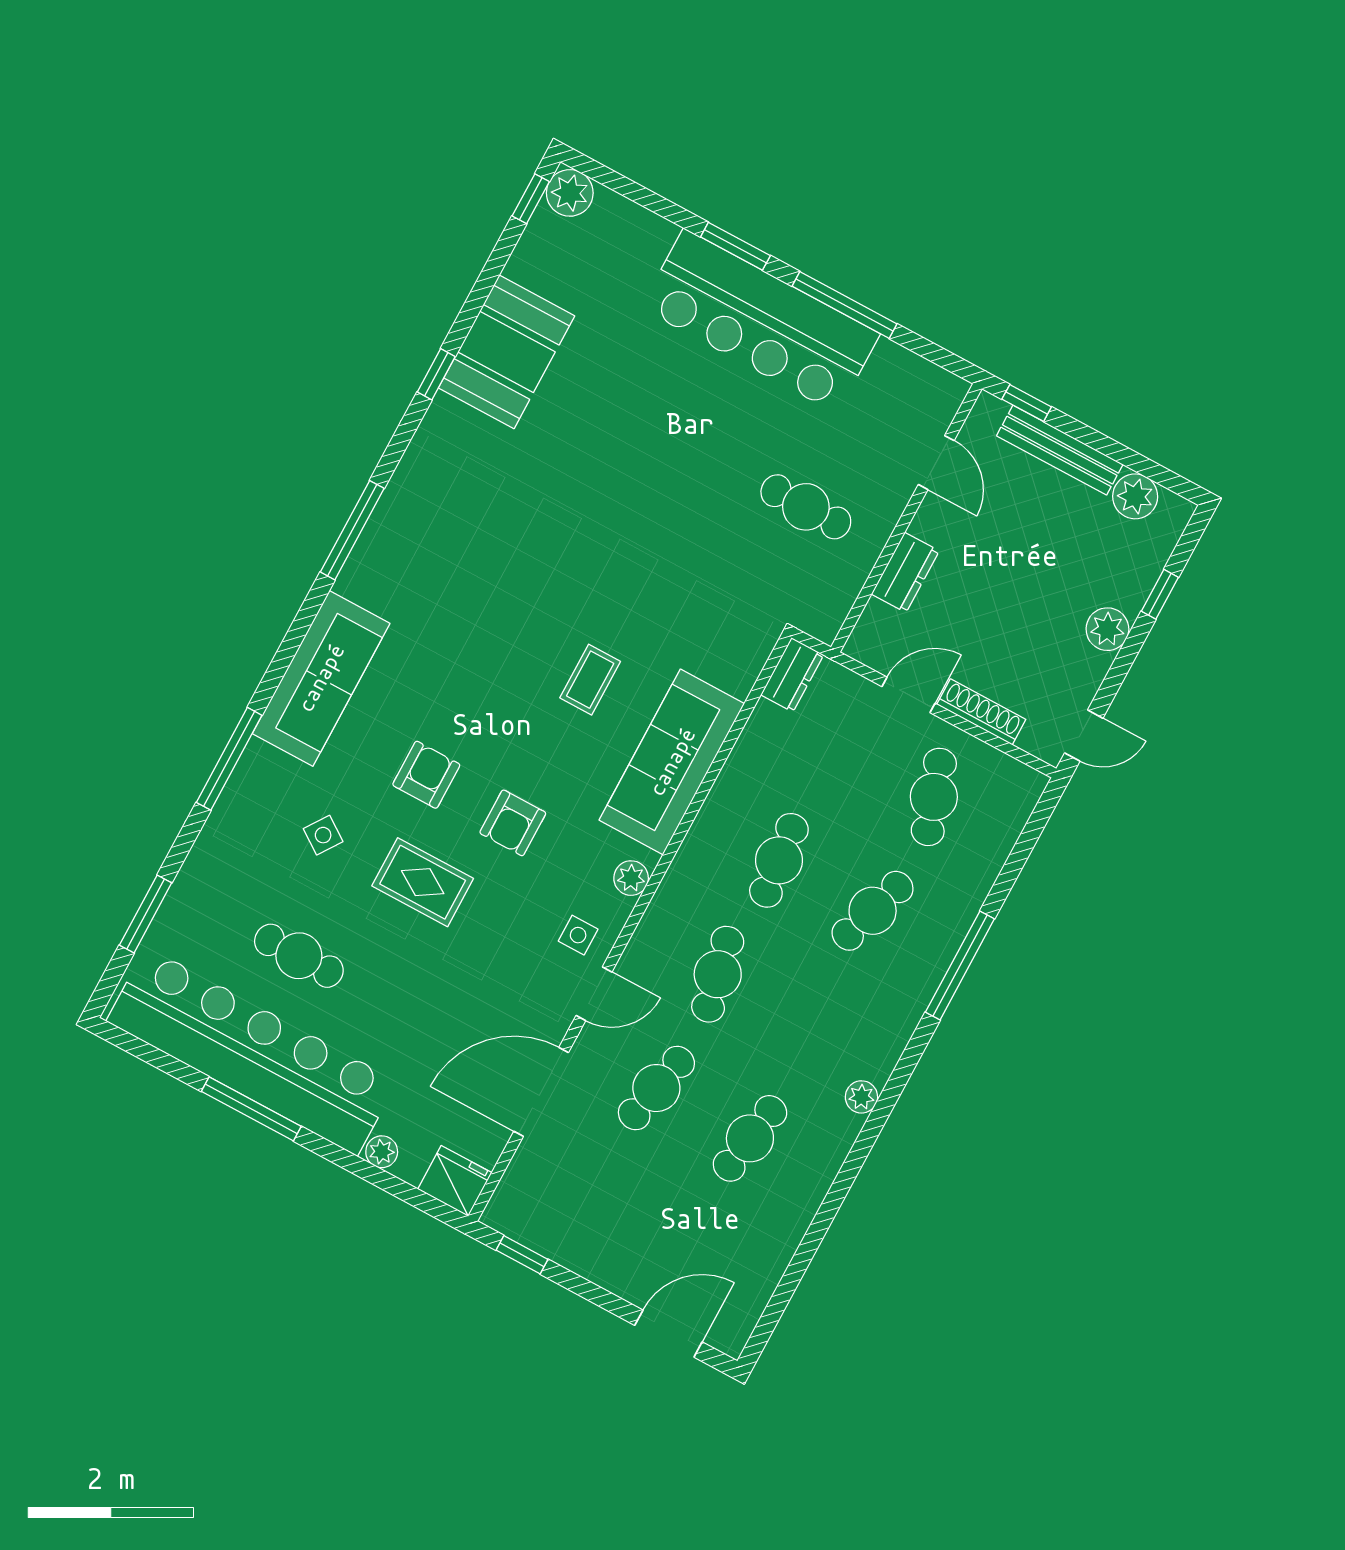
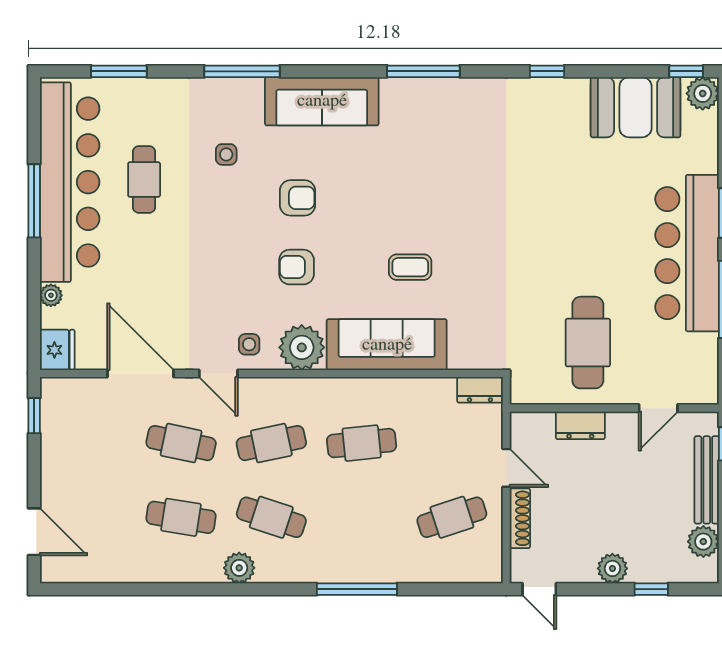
booth: (507, 352) -> (636, 107), moved
cafe table: (806, 507) -> (588, 343), width x1.37, depth x1.35
side table: (323, 835) -> (226, 154), turned -35
plant: (631, 878) -> (302, 347), width x1.87, depth x1.87
rug: (423, 882) -> (230, 231), removed
cafe table: (873, 911) -> (271, 517), moved
plant: (861, 1097) -> (239, 568), width x1.38, depth x1.38

